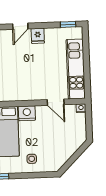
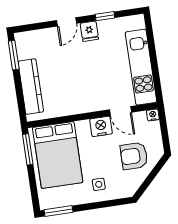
window: (68, 24) -> (105, 16), moved
nightstand: (27, 113) -> (101, 126), moved
armchair: (62, 139) -> (134, 156), added

